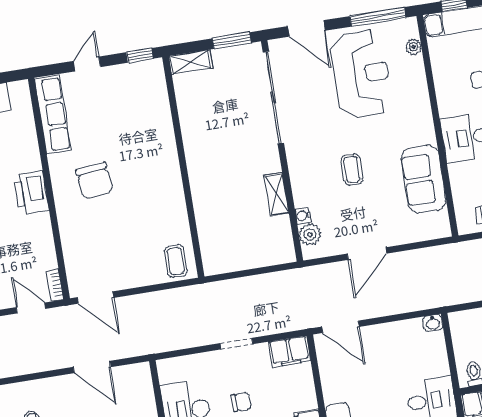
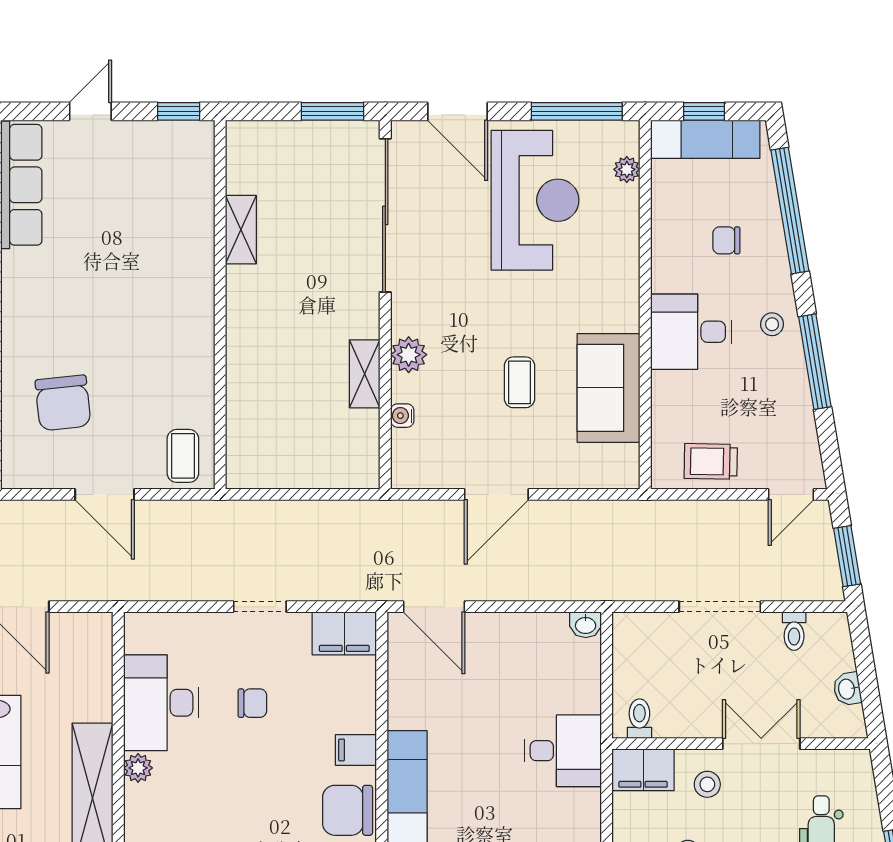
shelving: (191, 62) -> (241, 230), moved, turned 90
coffee table: (352, 169) -> (519, 382), moved
chair: (94, 181) -> (63, 403), moved
plant: (310, 235) -> (409, 355), moved
door: (96, 297) -> (105, 494), moved

